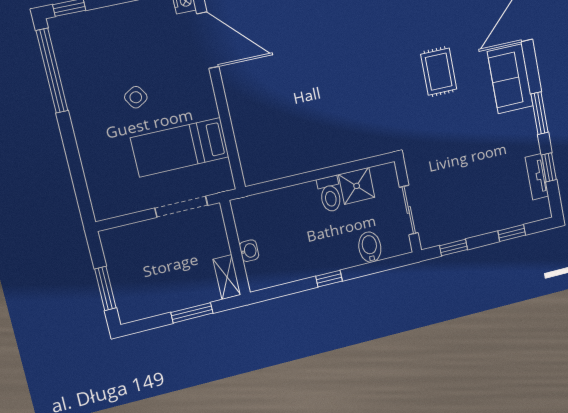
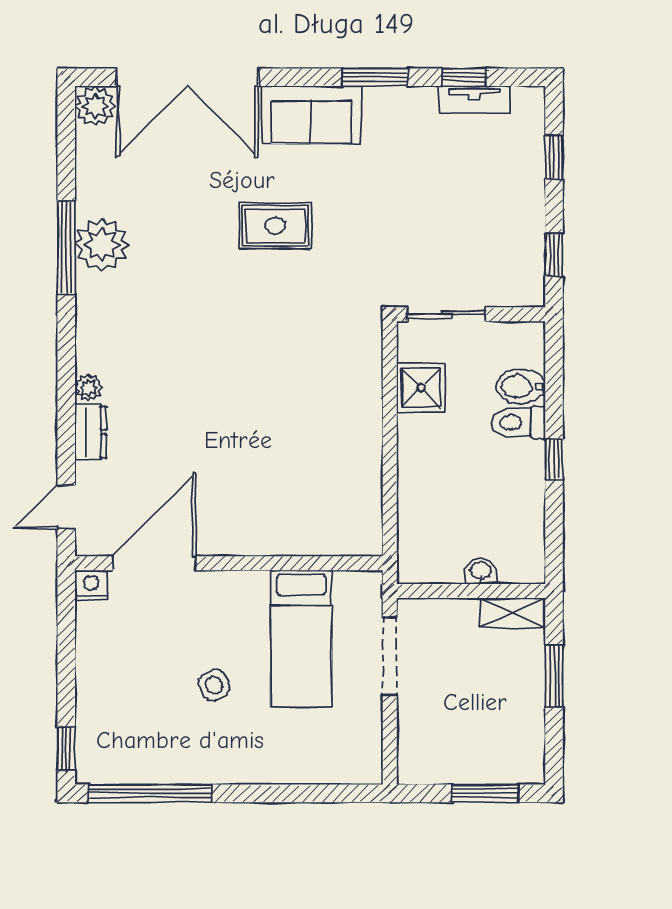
toilet: (330, 194) -> (518, 423), moved, turned 180
sliding door: (409, 210) -> (446, 314), moved

